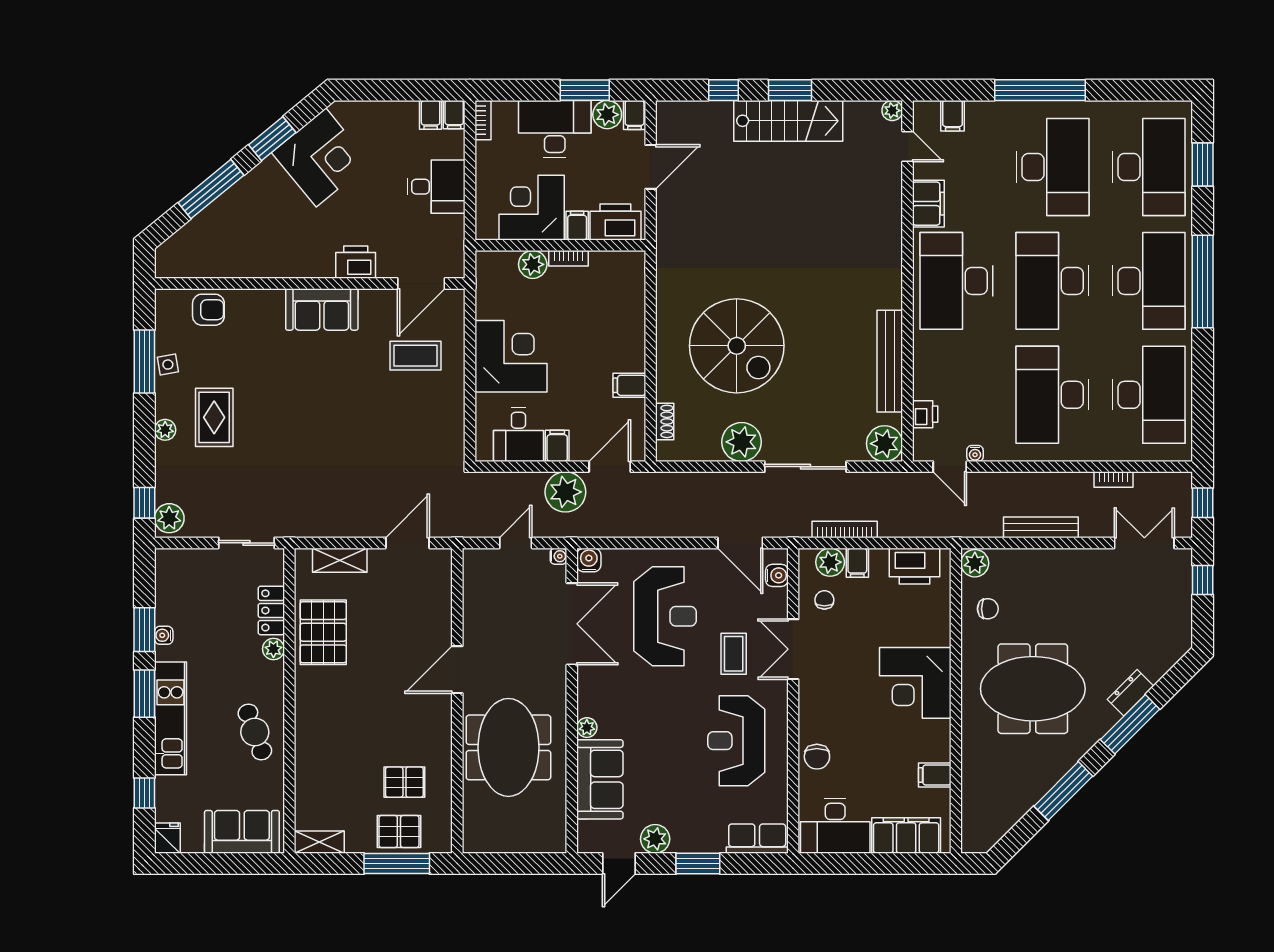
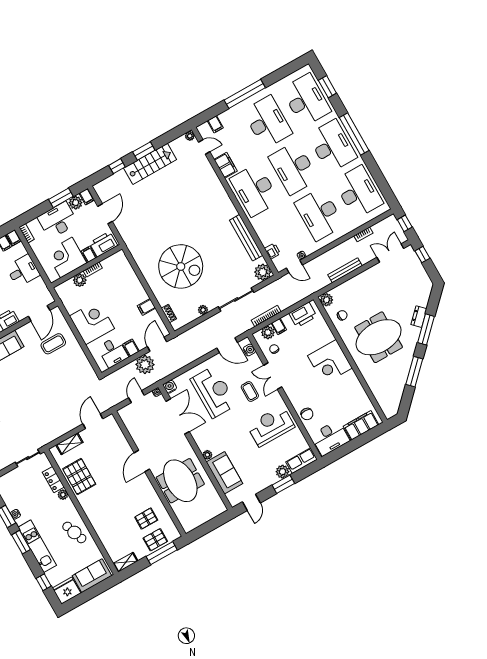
plant: (742, 442) -> (203, 310), width x0.53, depth x0.53
reception desk: (736, 741) -> (271, 426), turned 90
filing cabinet: (935, 775) -> (359, 395), removed
fridge: (167, 838) -> (67, 591), width x1.88, depth x1.34
plant: (655, 839) -> (283, 472), moved

